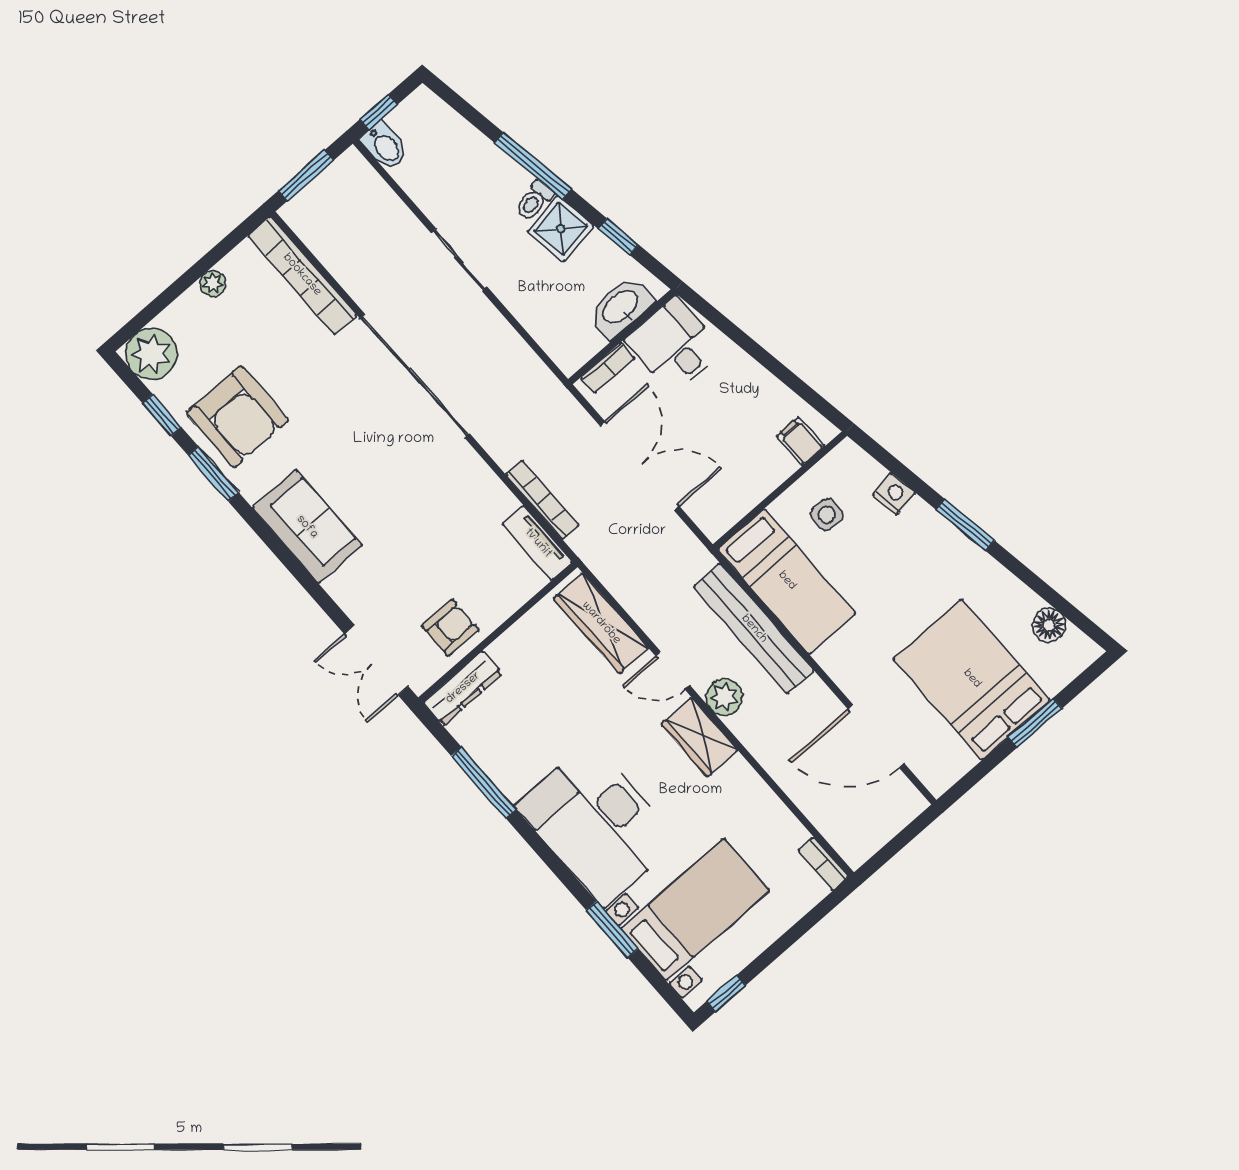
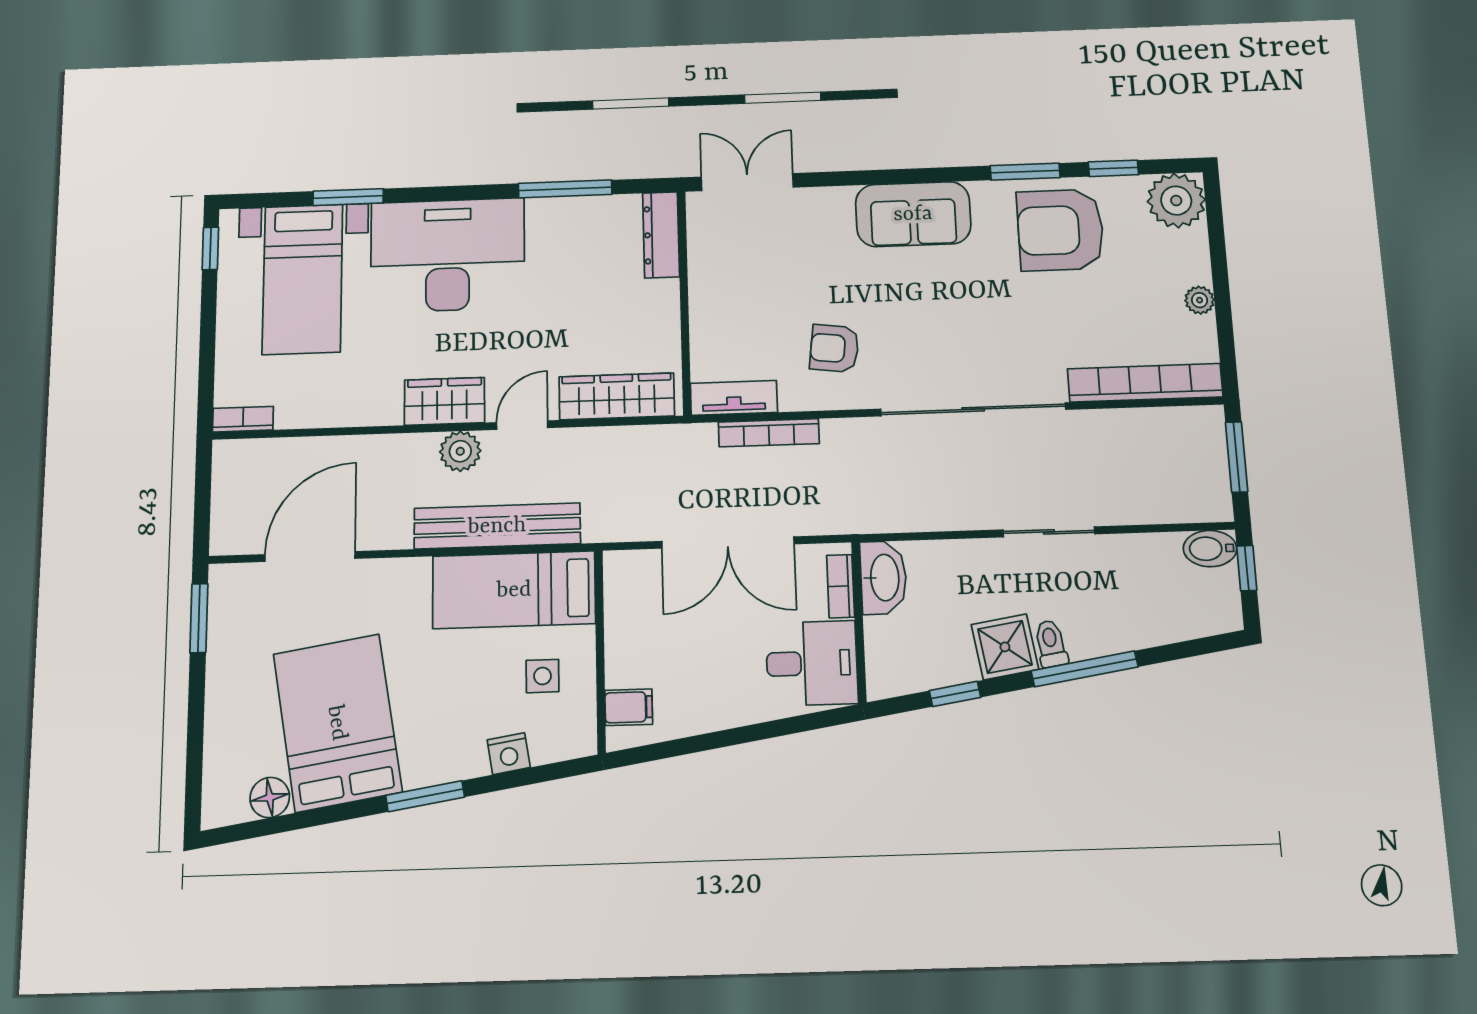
washbasin: (621, 308) -> (883, 578), moved
armchair: (450, 628) -> (834, 348), moved, turned 97
bed: (972, 679) -> (337, 723), moved, turned -99
window: (1035, 723) -> (199, 618), moved

